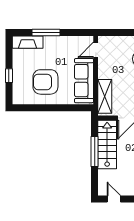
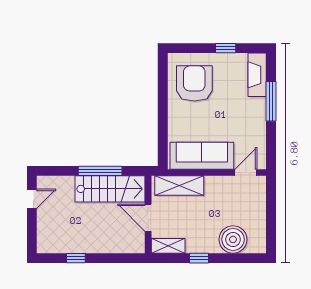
door: (96, 50) -> (246, 173), hinge flipped
window: (9, 76) -> (226, 48), moved
armchair: (45, 82) -> (194, 83), moved

